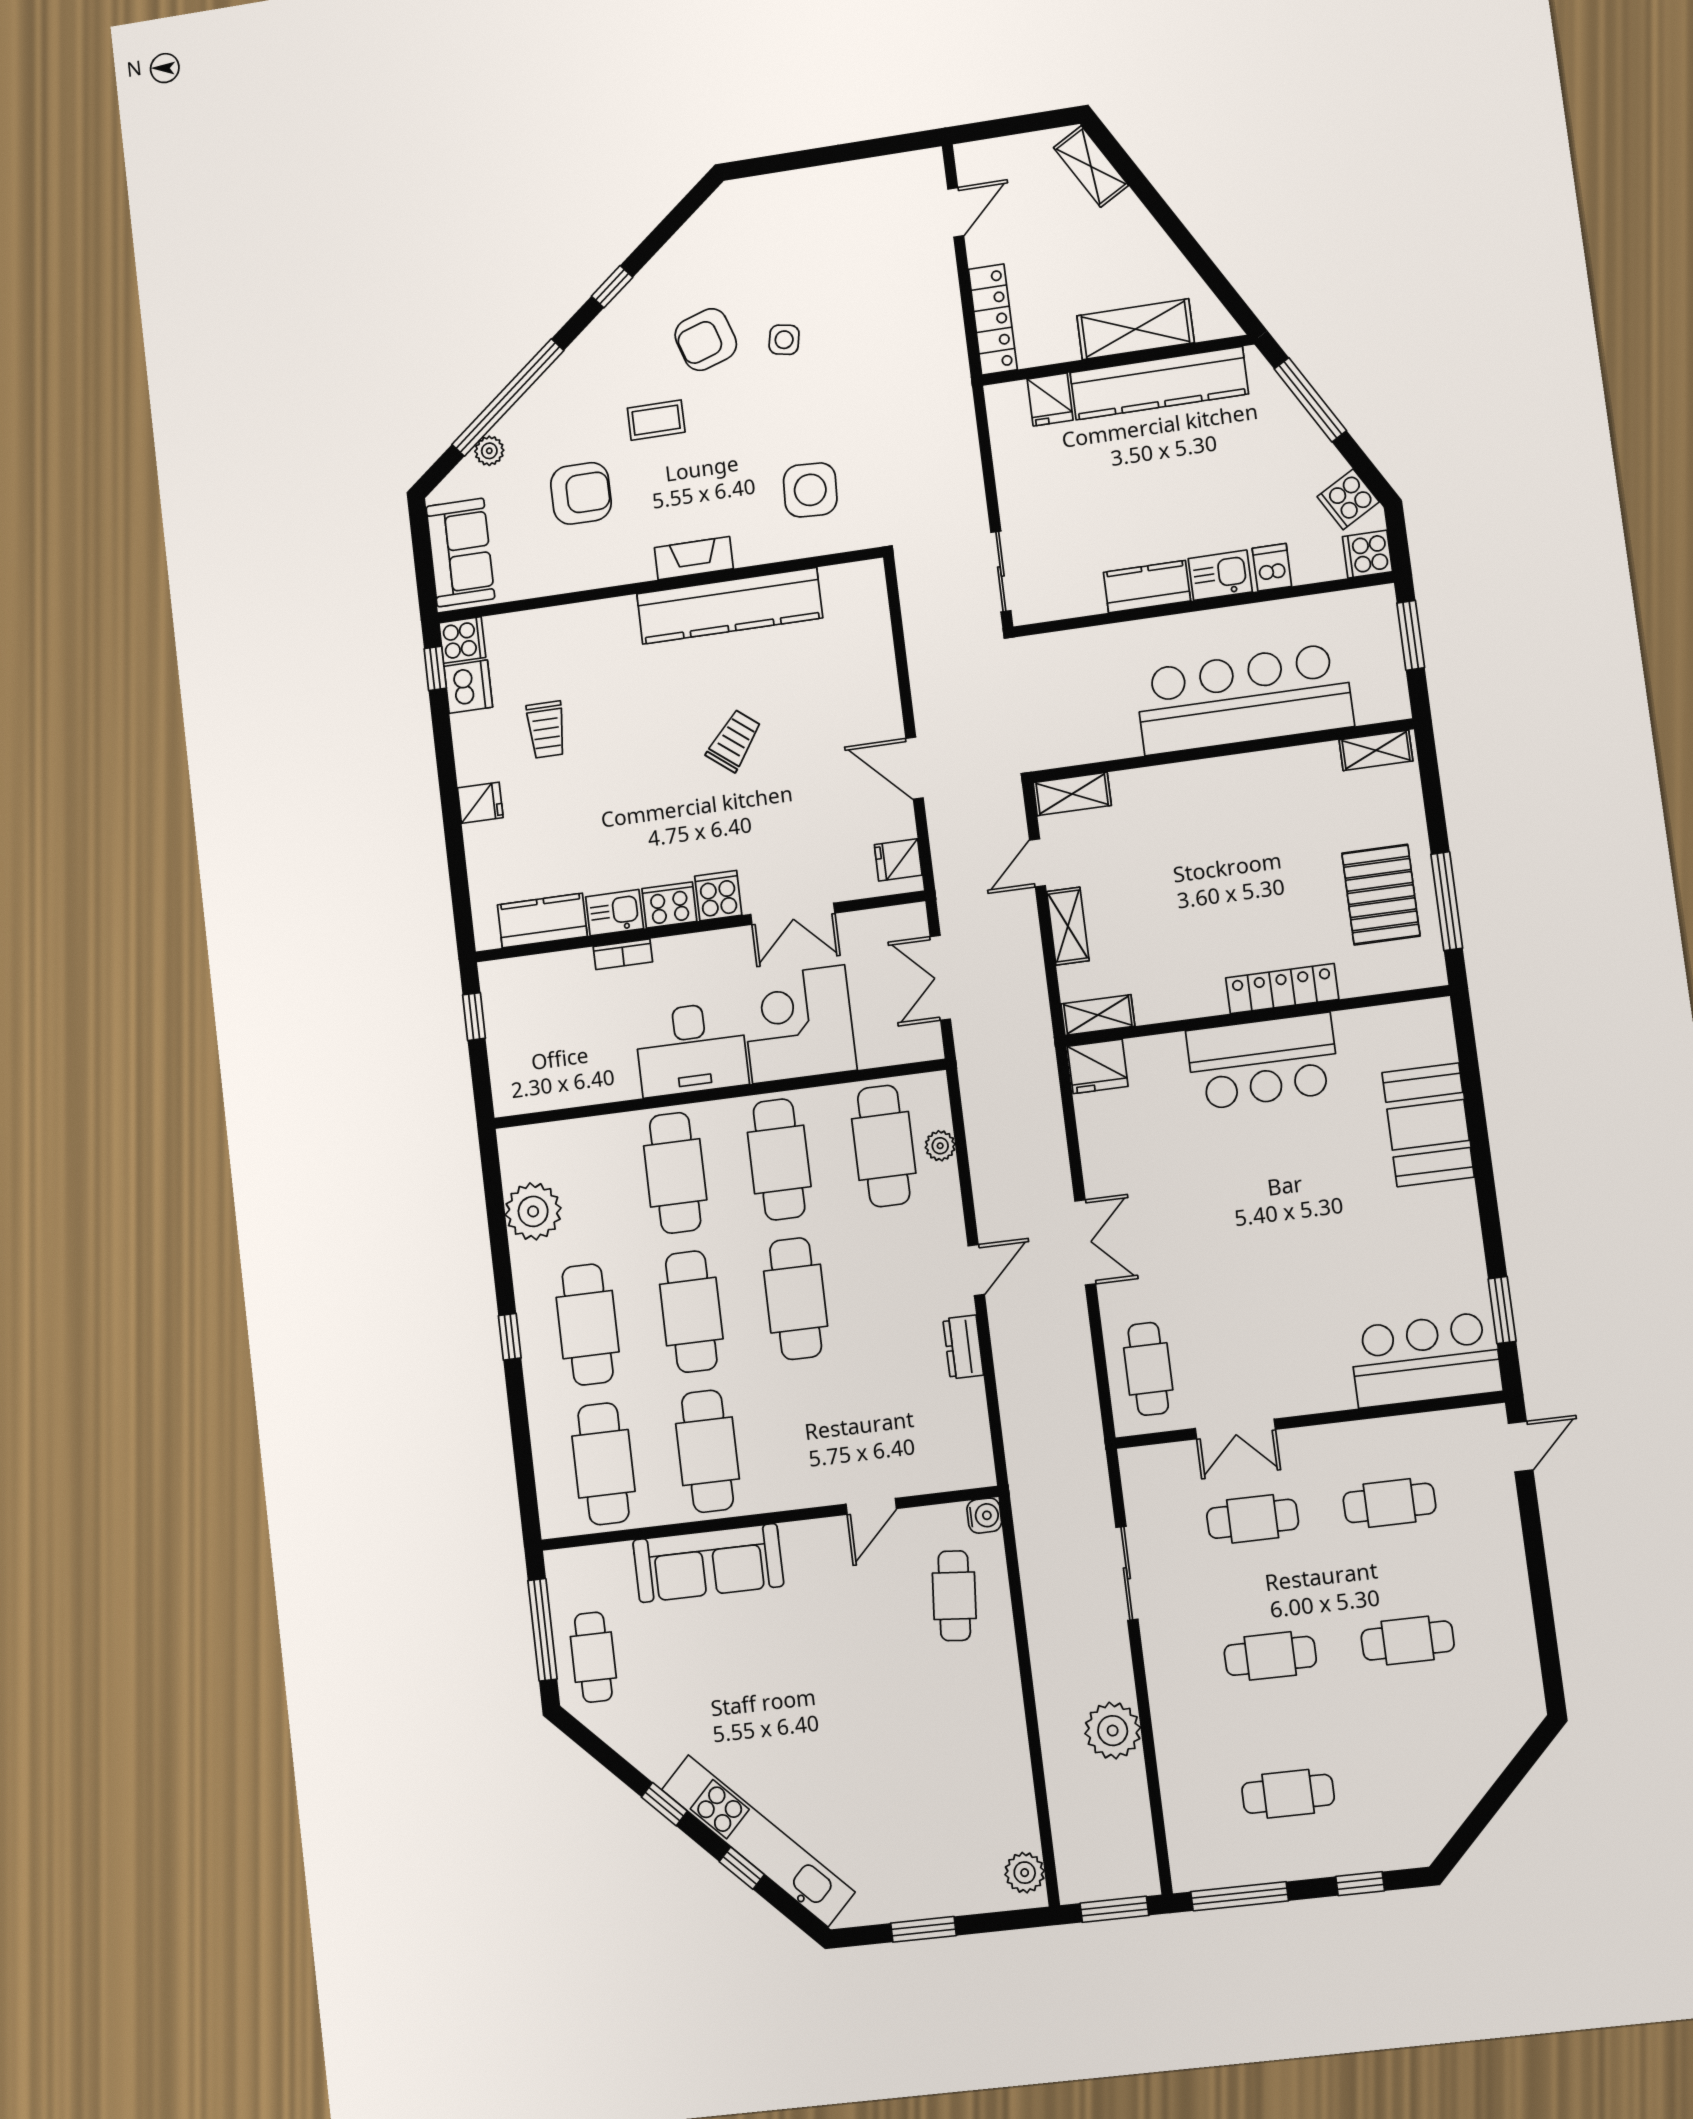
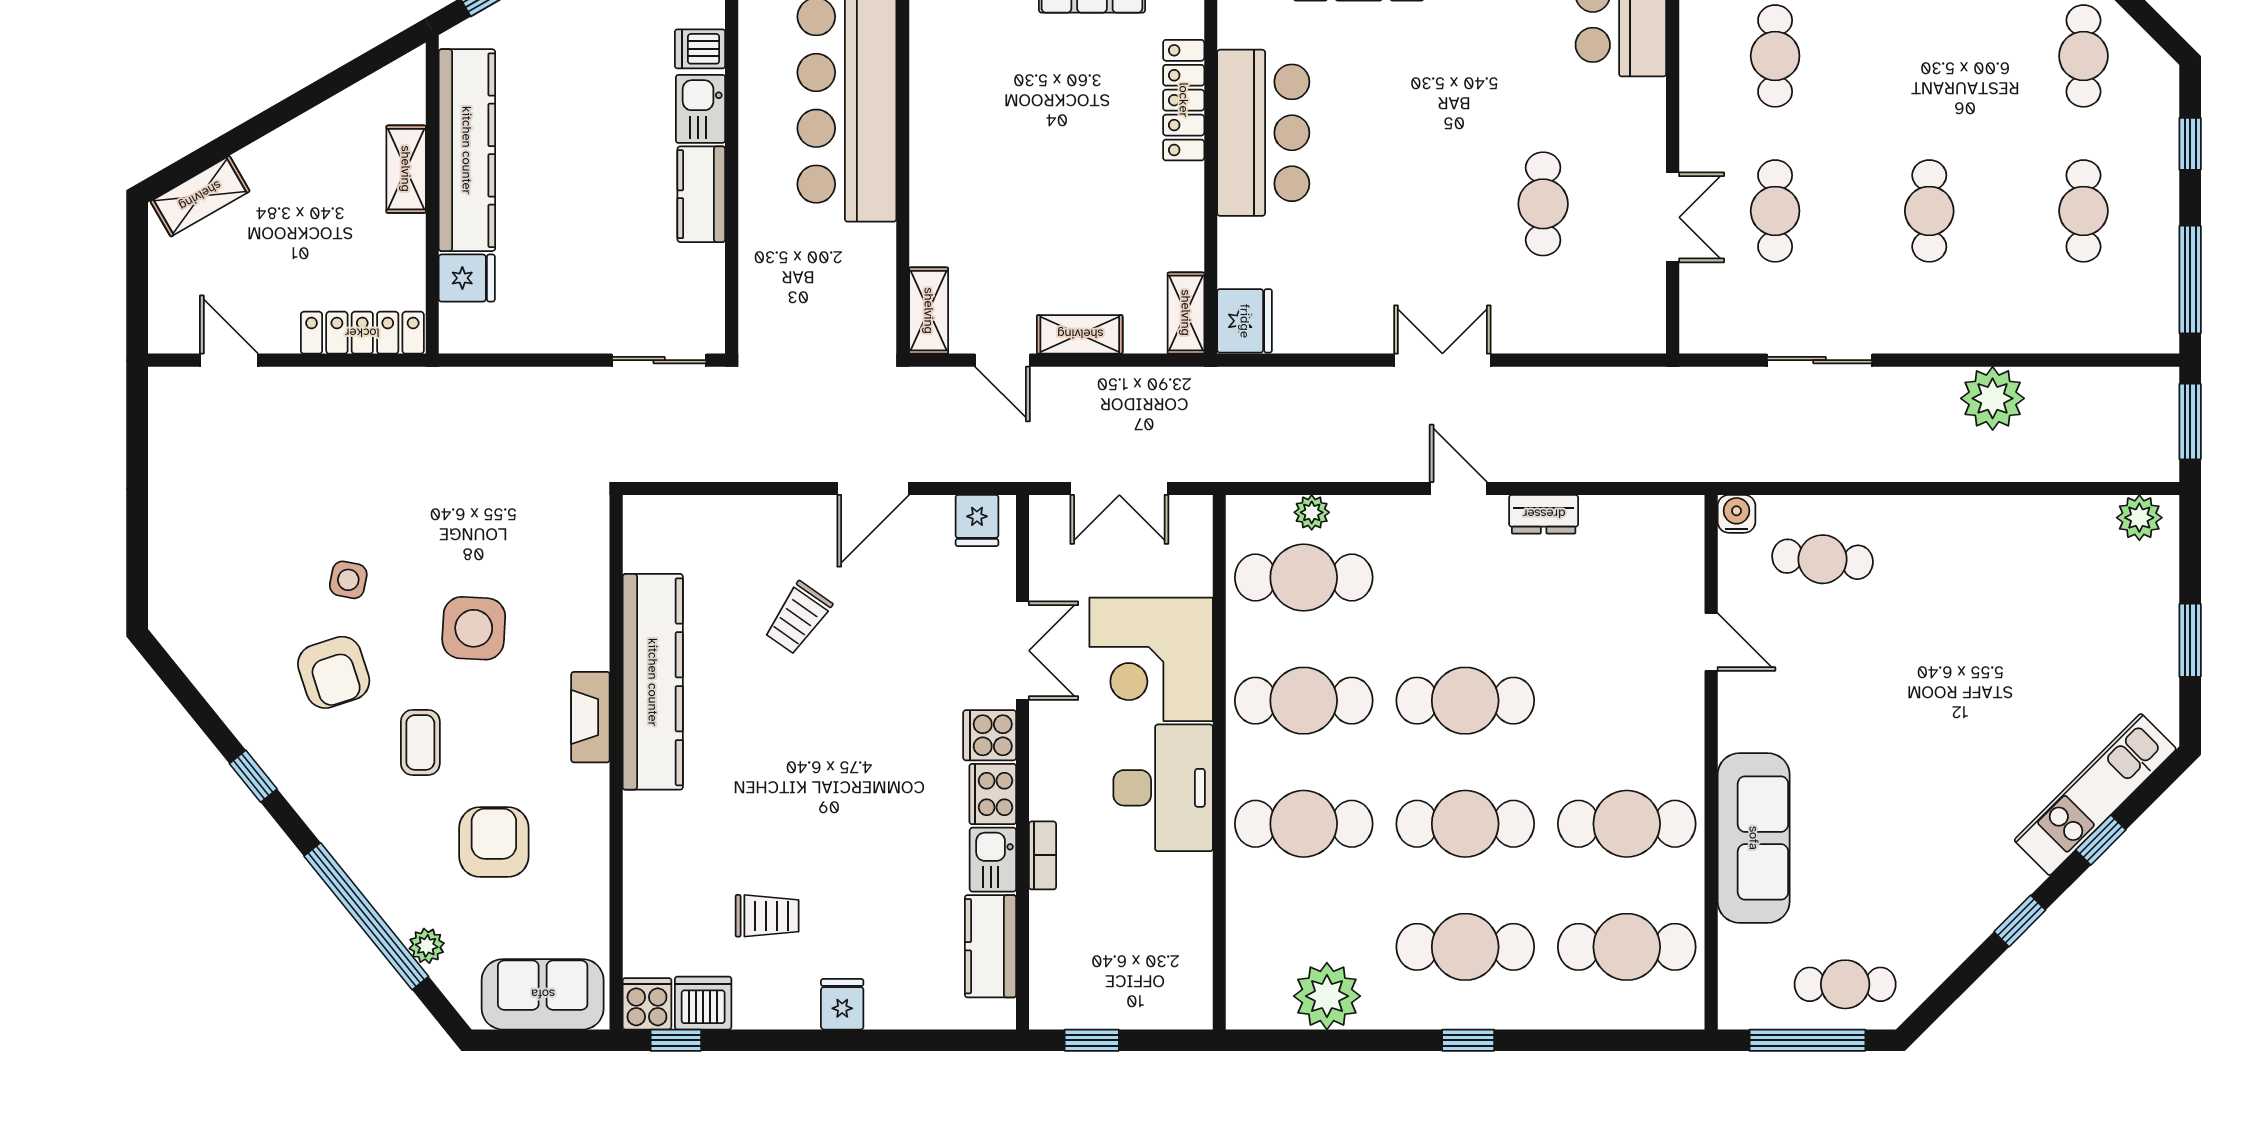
shelving: (1135, 329) -> (406, 169), width x0.67, depth x0.75
side table: (810, 490) -> (474, 628), moved
trolley: (734, 741) -> (798, 618), moved, turned -93
cafe table: (1148, 1369) -> (1543, 204), moved, turned 90
cafe table: (1408, 1641) -> (2083, 56), moved
kitchen unit: (758, 1841) -> (2095, 795), width x0.73

